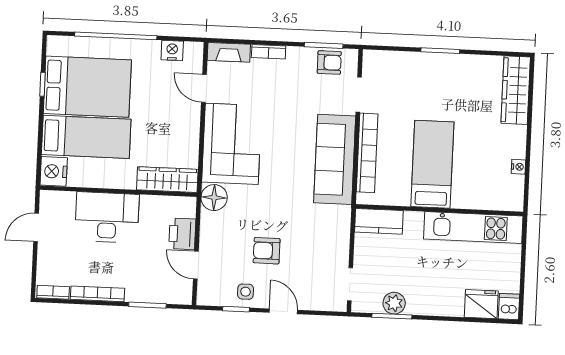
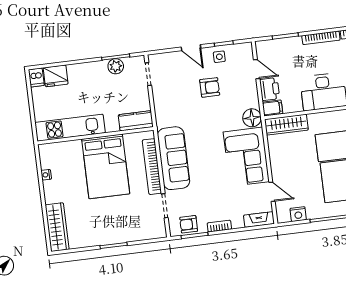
bookcase: (269, 52) -> (219, 226), moved
bed: (432, 164) -> (106, 166), width x1.50
filing cabinet: (183, 207) -> (273, 108), added

